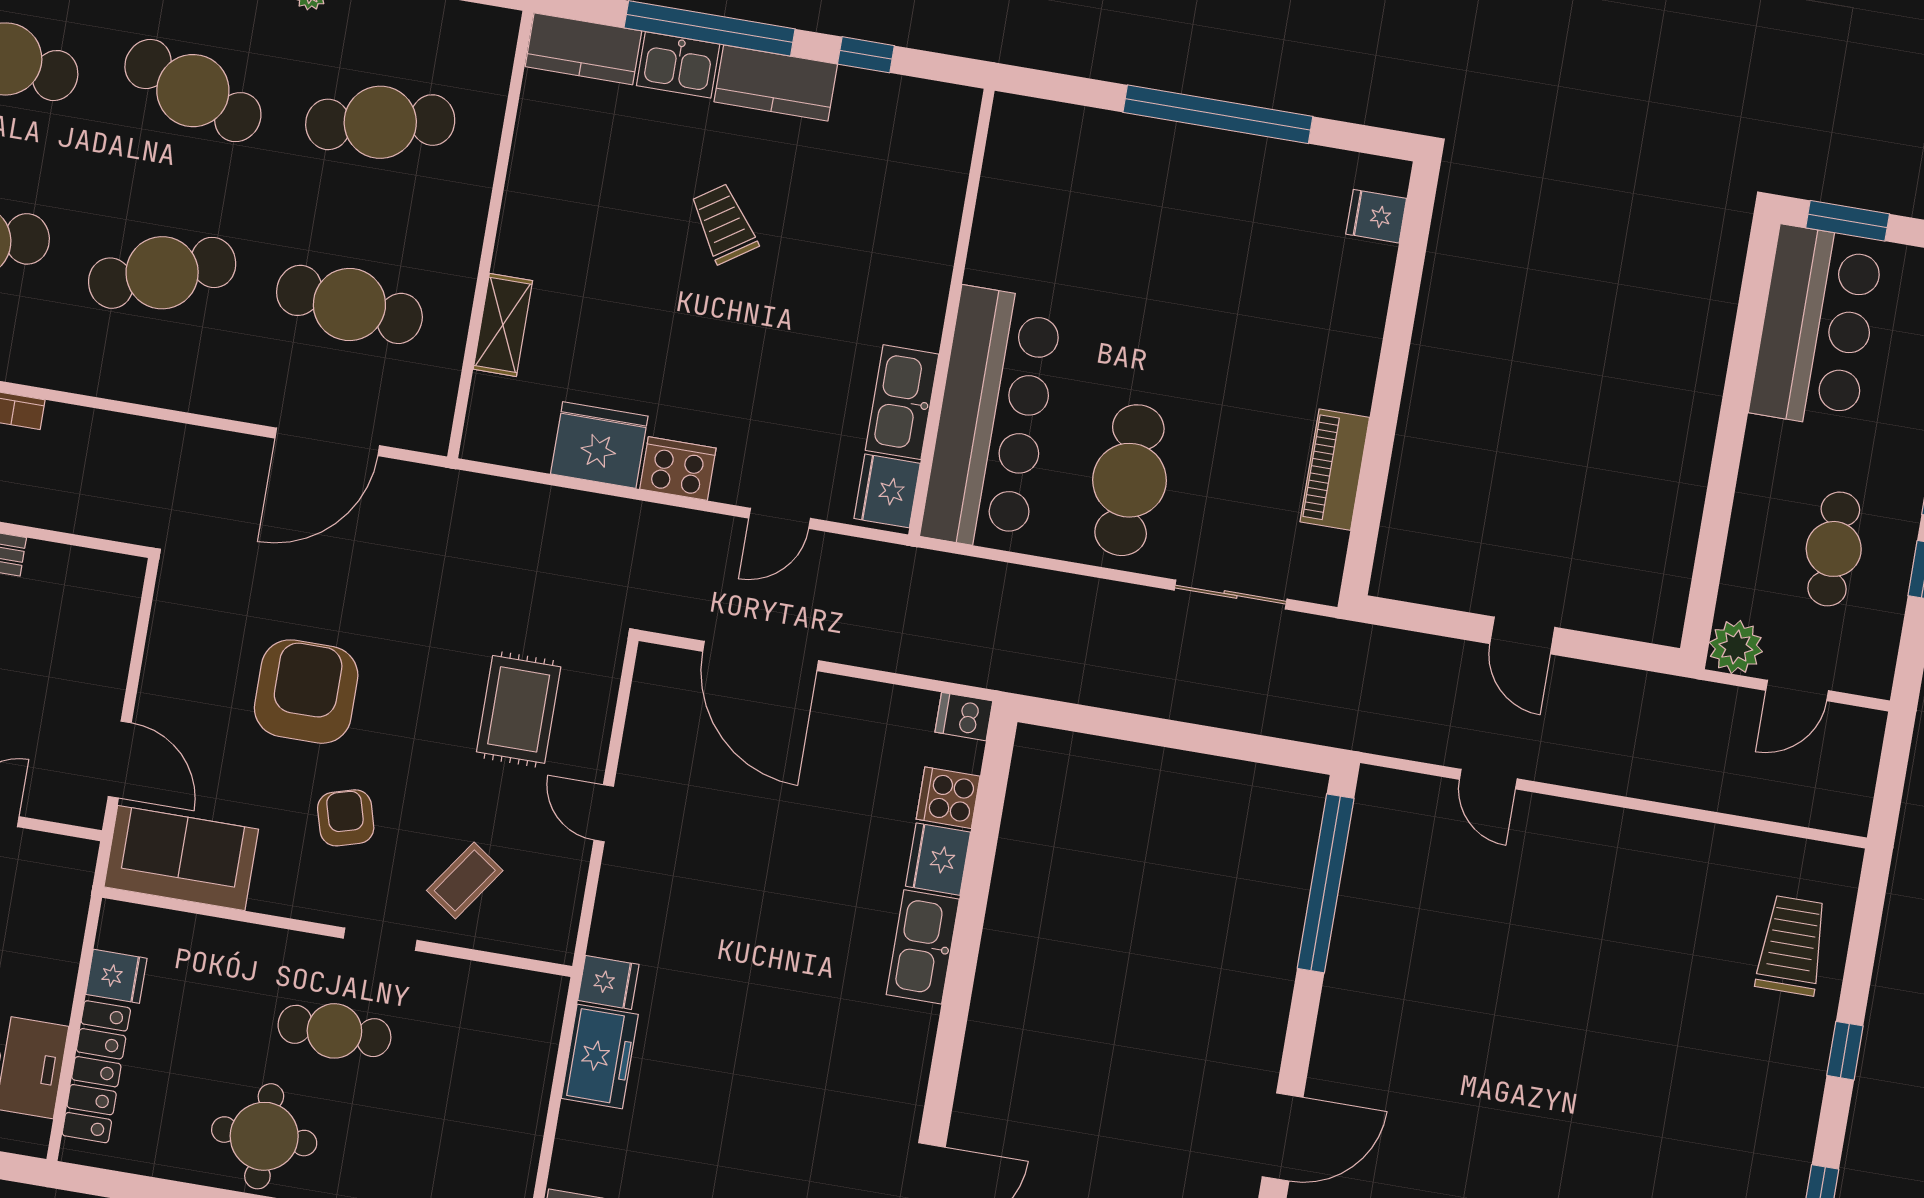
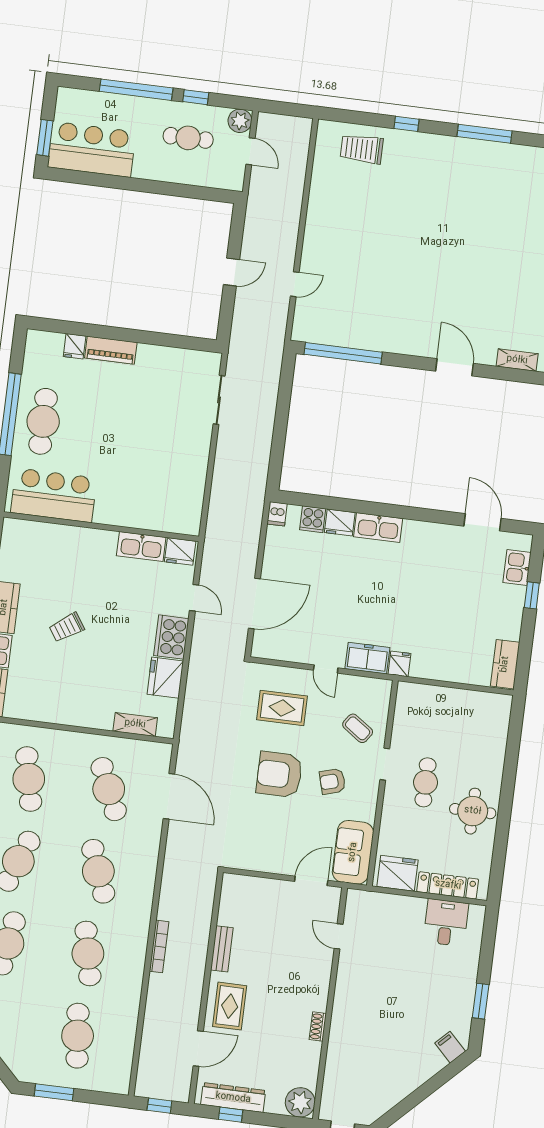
fridge: (1376, 216) -> (75, 346), moved
cafe table: (349, 304) -> (109, 789), turned -30
shelving: (503, 325) -> (135, 724), moved
bar counter: (992, 419) -> (54, 495), moved, width x0.73
cooker: (678, 469) -> (171, 637), width x1.37, depth x1.31
piano: (1335, 470) -> (111, 350), moved
cafe table: (1129, 480) -> (43, 421), moved, turned 90
plant: (1736, 647) -> (240, 121), moved
armchair: (306, 692) -> (279, 774), moved
door: (604, 813) -> (326, 669), hinge flipped
fridge: (116, 976) -> (397, 873), width x1.88, depth x1.34
freezer: (600, 1056) -> (367, 658), moved

